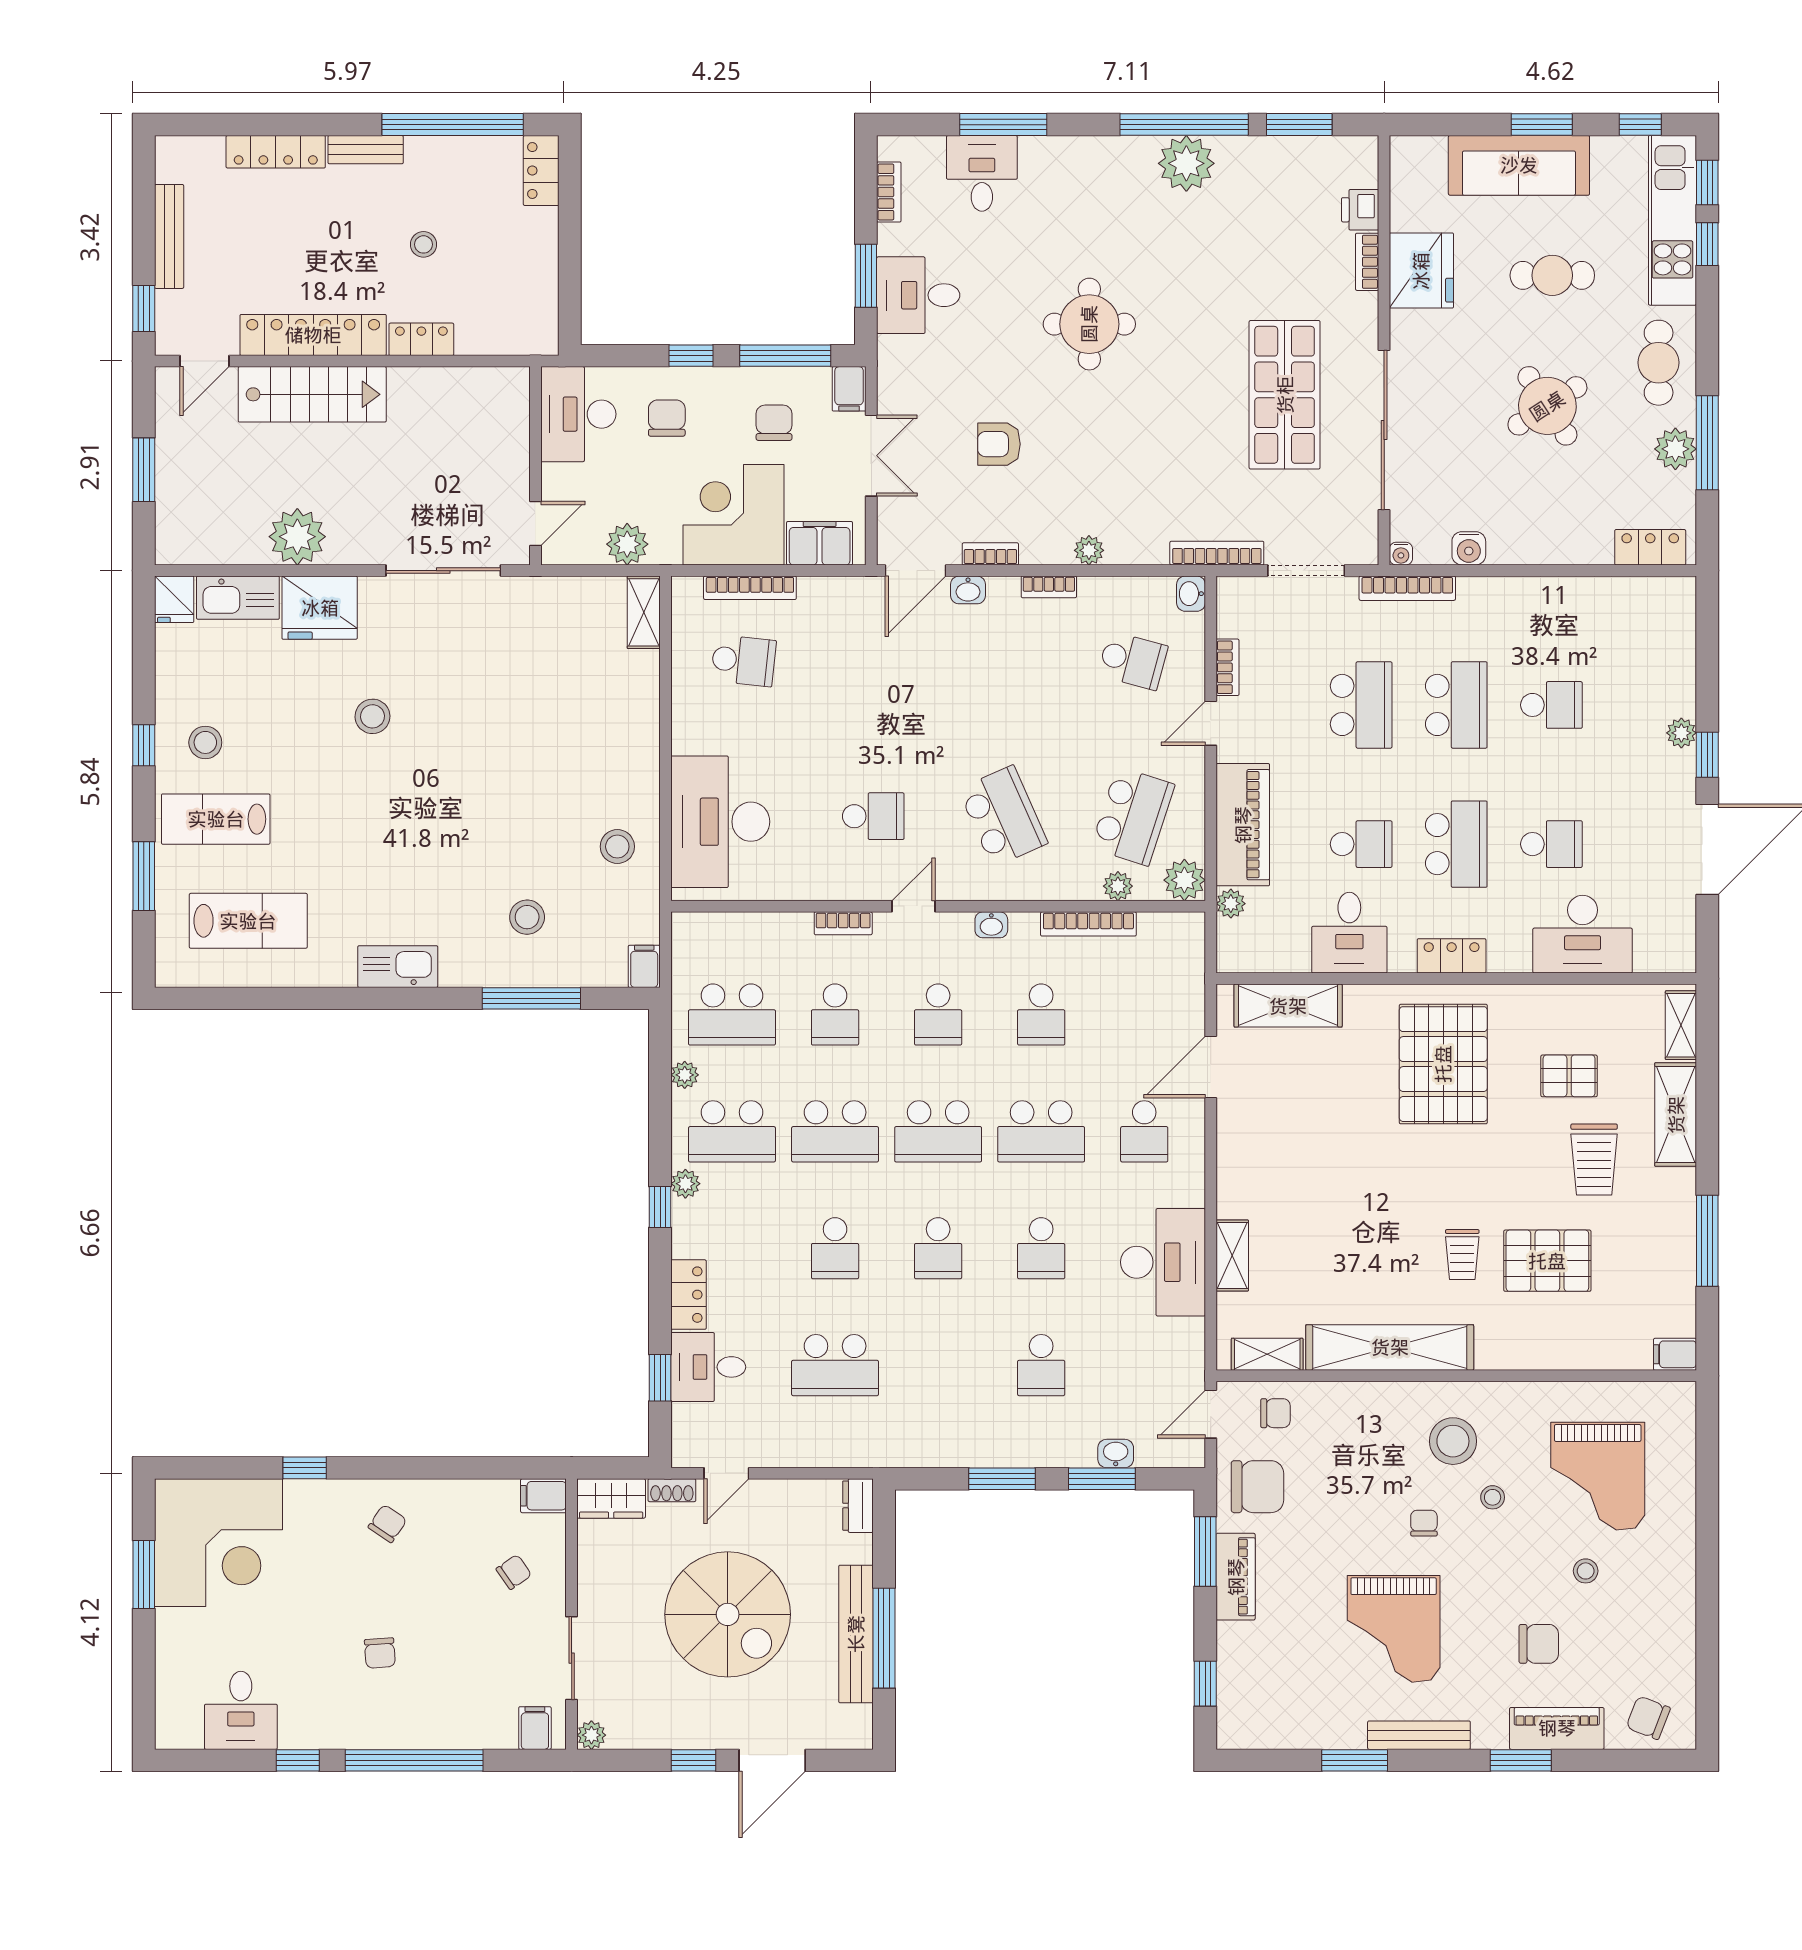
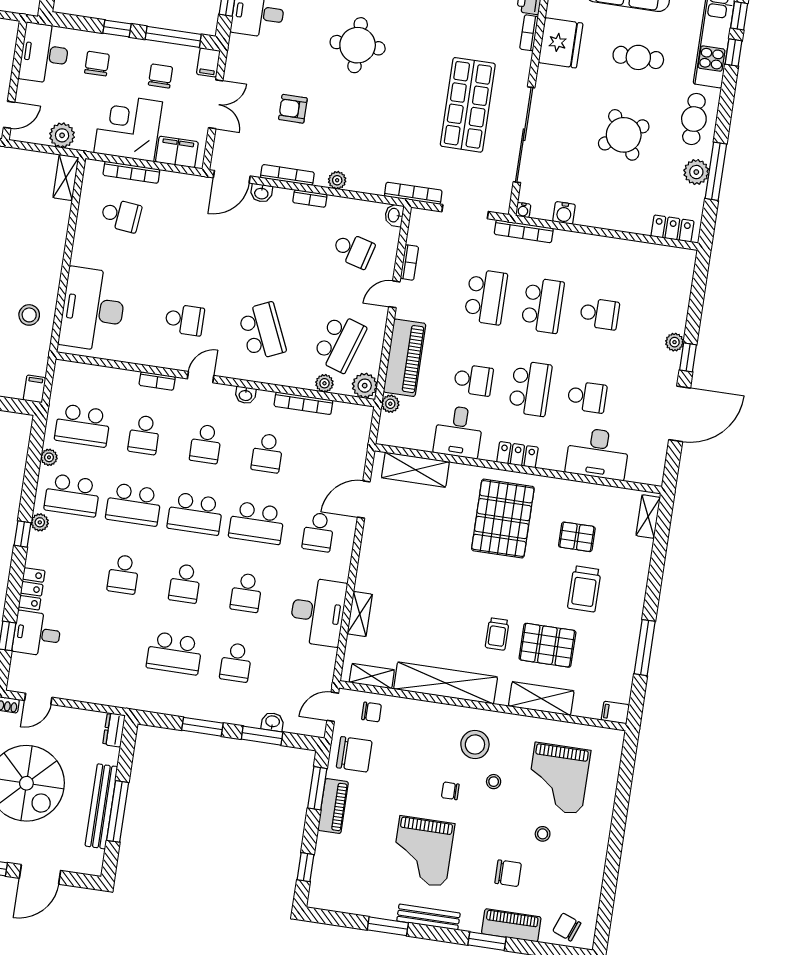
bookcase: (990, 554) -> (287, 175), width x1.56
shelving: (1676, 1115) -> (541, 699), moved, turned 90
school desk: (835, 1365) -> (174, 653), moved
chair: (1424, 1523) -> (450, 791), turned -90

